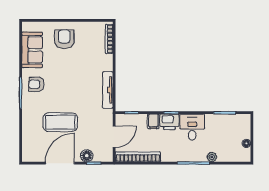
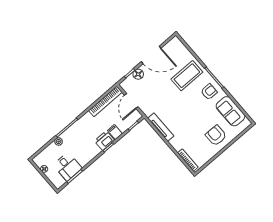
armchair: (64, 39) -> (216, 136), turned 180
coffee table: (60, 122) -> (187, 76), moved
desk: (192, 127) -> (68, 167), moved
door: (60, 163) -> (151, 55), hinge flipped

